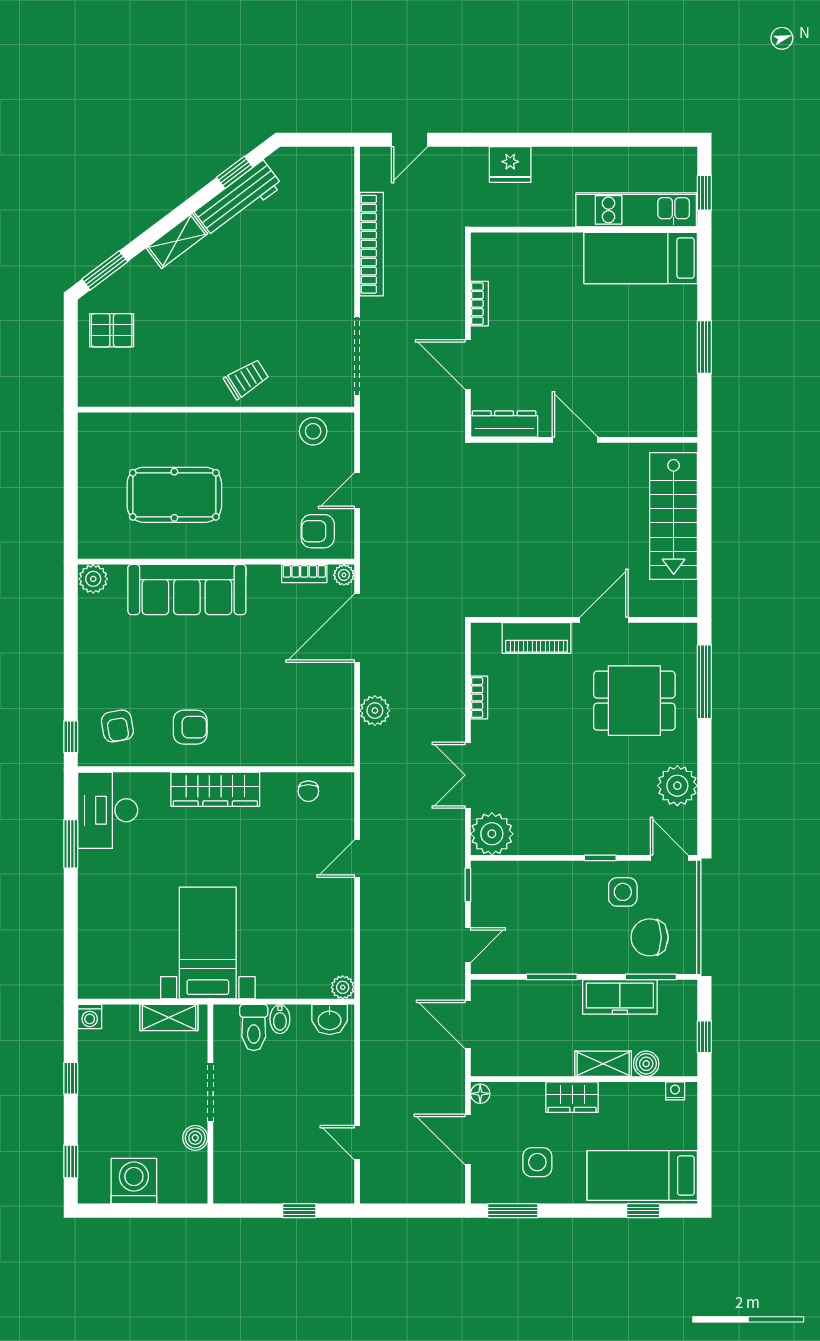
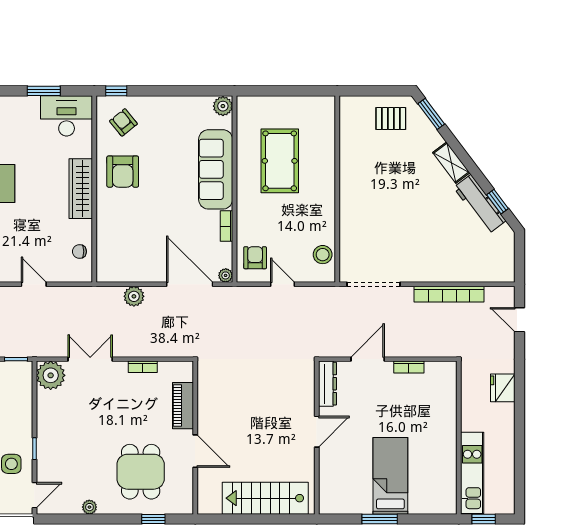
bed: (641, 258) -> (390, 476), moved
pallet: (112, 330) -> (391, 119), turned 90
trolley: (246, 379) -> (358, 210), removed
bookcase: (304, 574) -> (226, 226), moved
window: (704, 682) -> (153, 519), width x0.46
armchair: (117, 726) -> (123, 122), turned 61
armchair: (190, 727) -> (123, 172), width x1.38, depth x1.38
plant: (677, 786) -> (89, 507), width x0.53, depth x0.53

